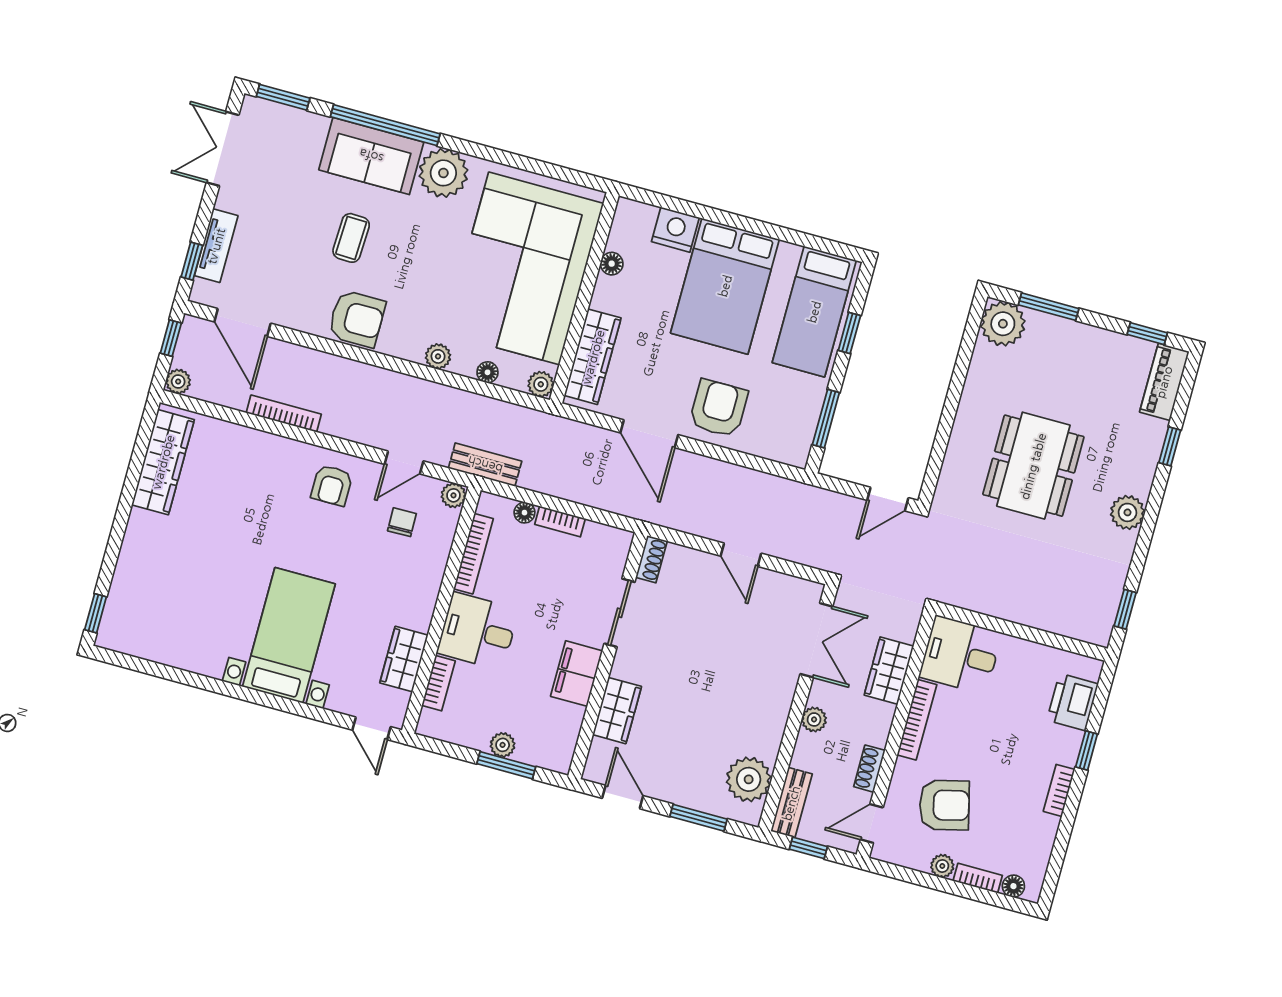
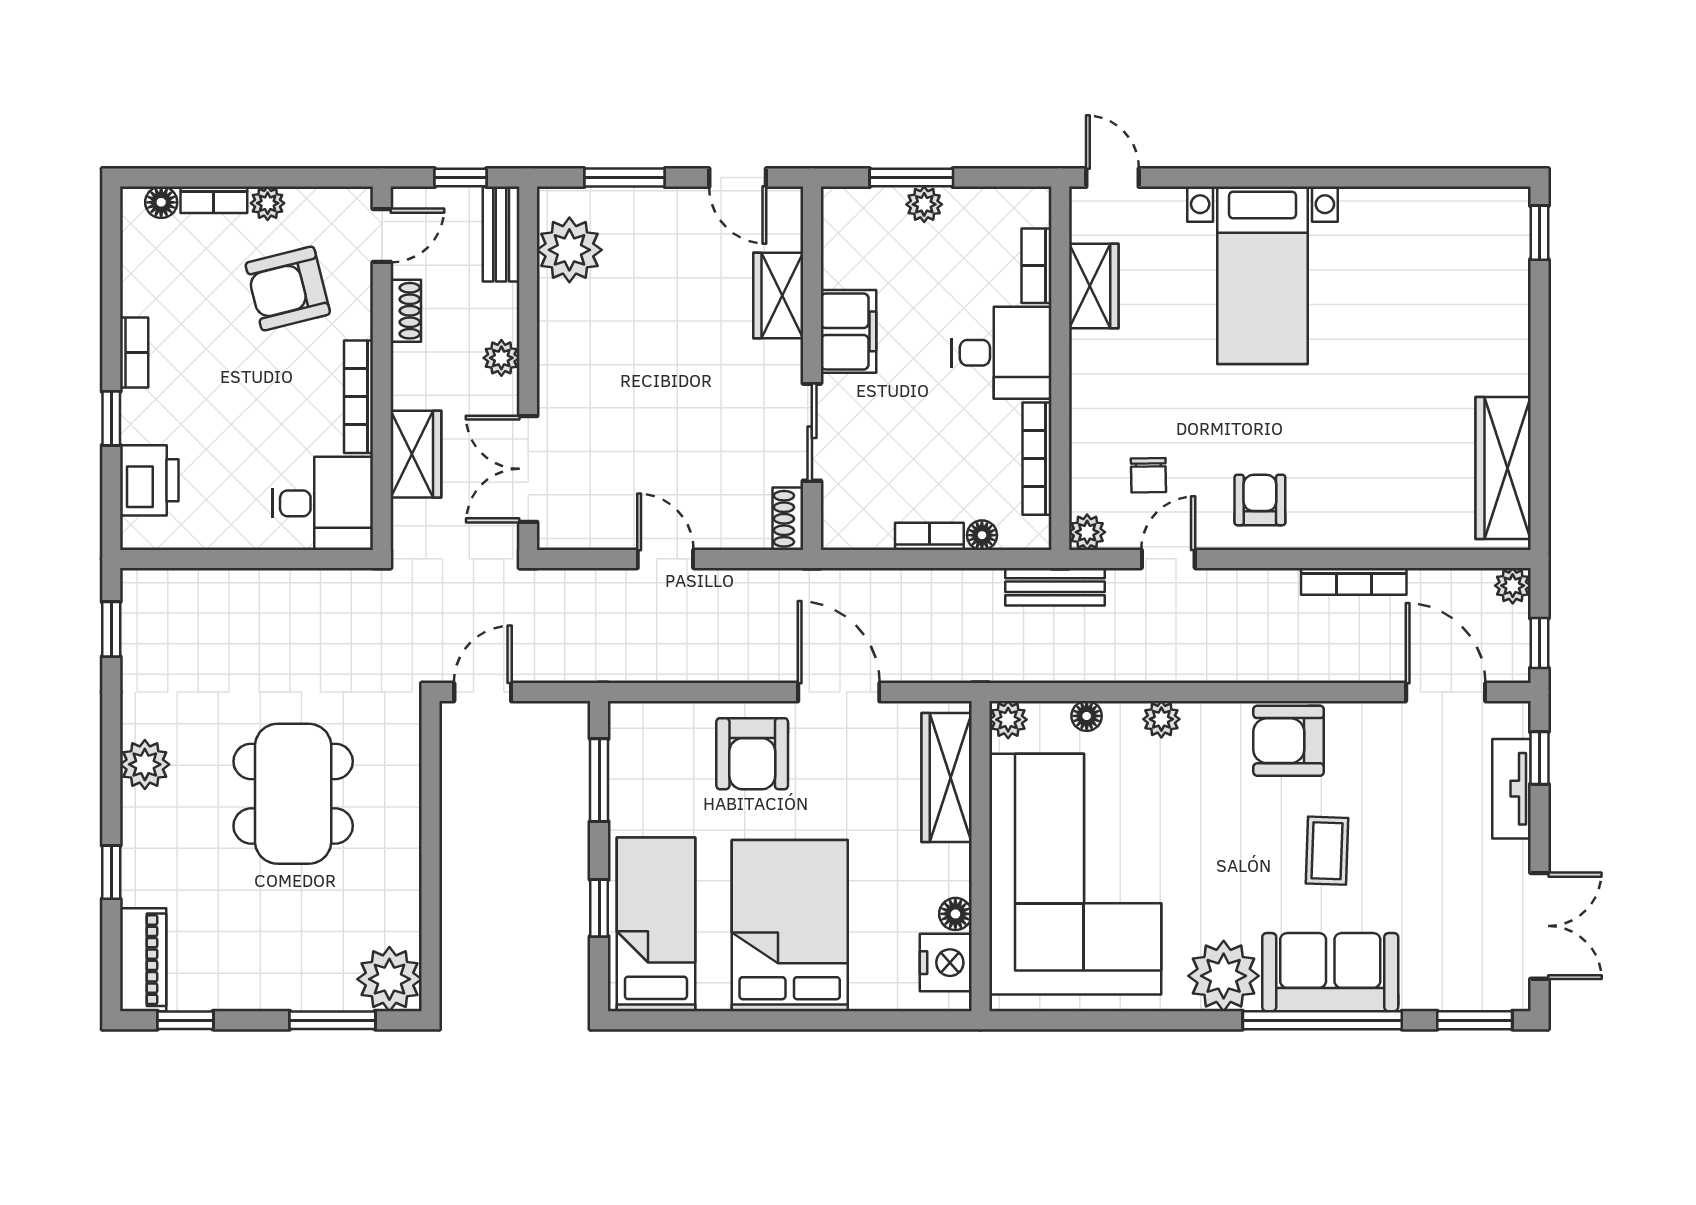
nightstand: (675, 230) -> (946, 963), moved, turned -90

